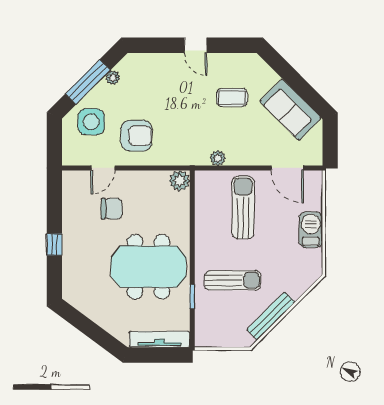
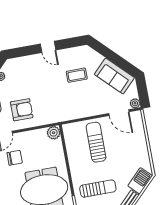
plant: (218, 158) -> (135, 103), moved
barbecue: (311, 230) -> (140, 181), moved, turned 45

